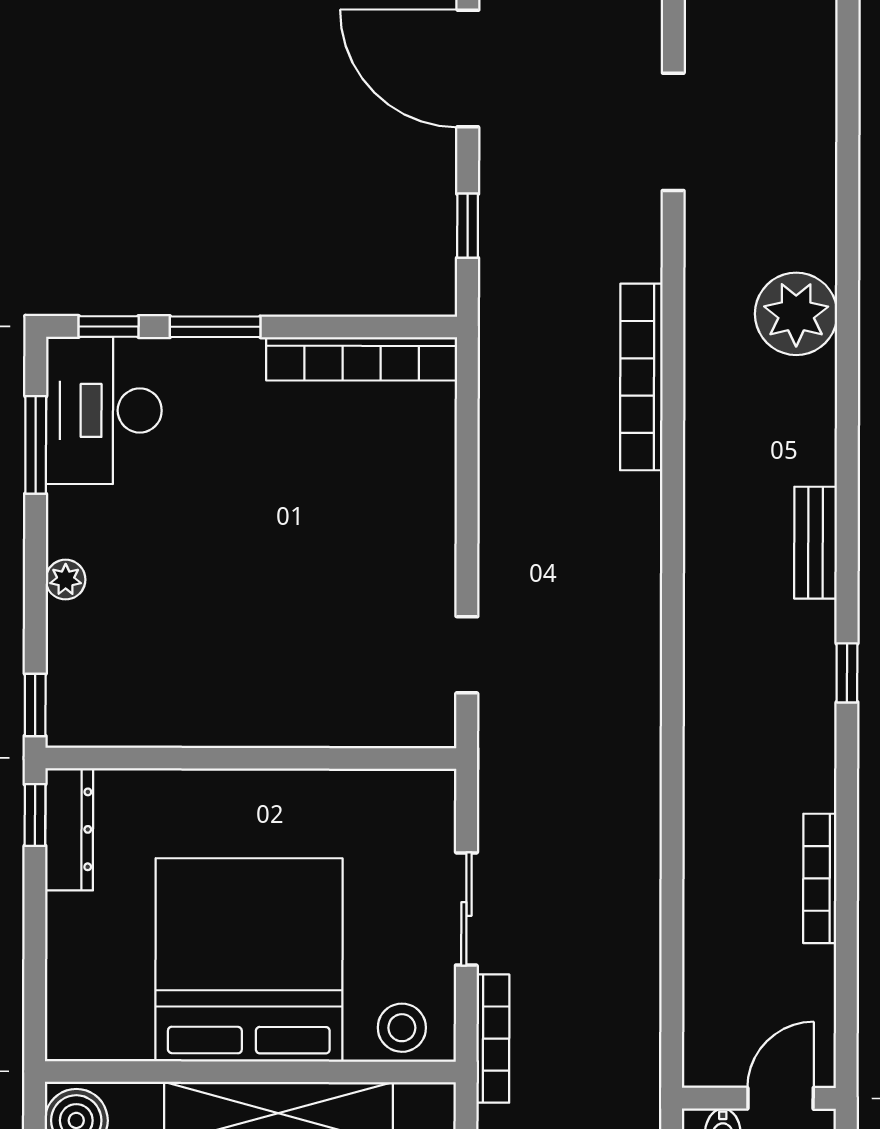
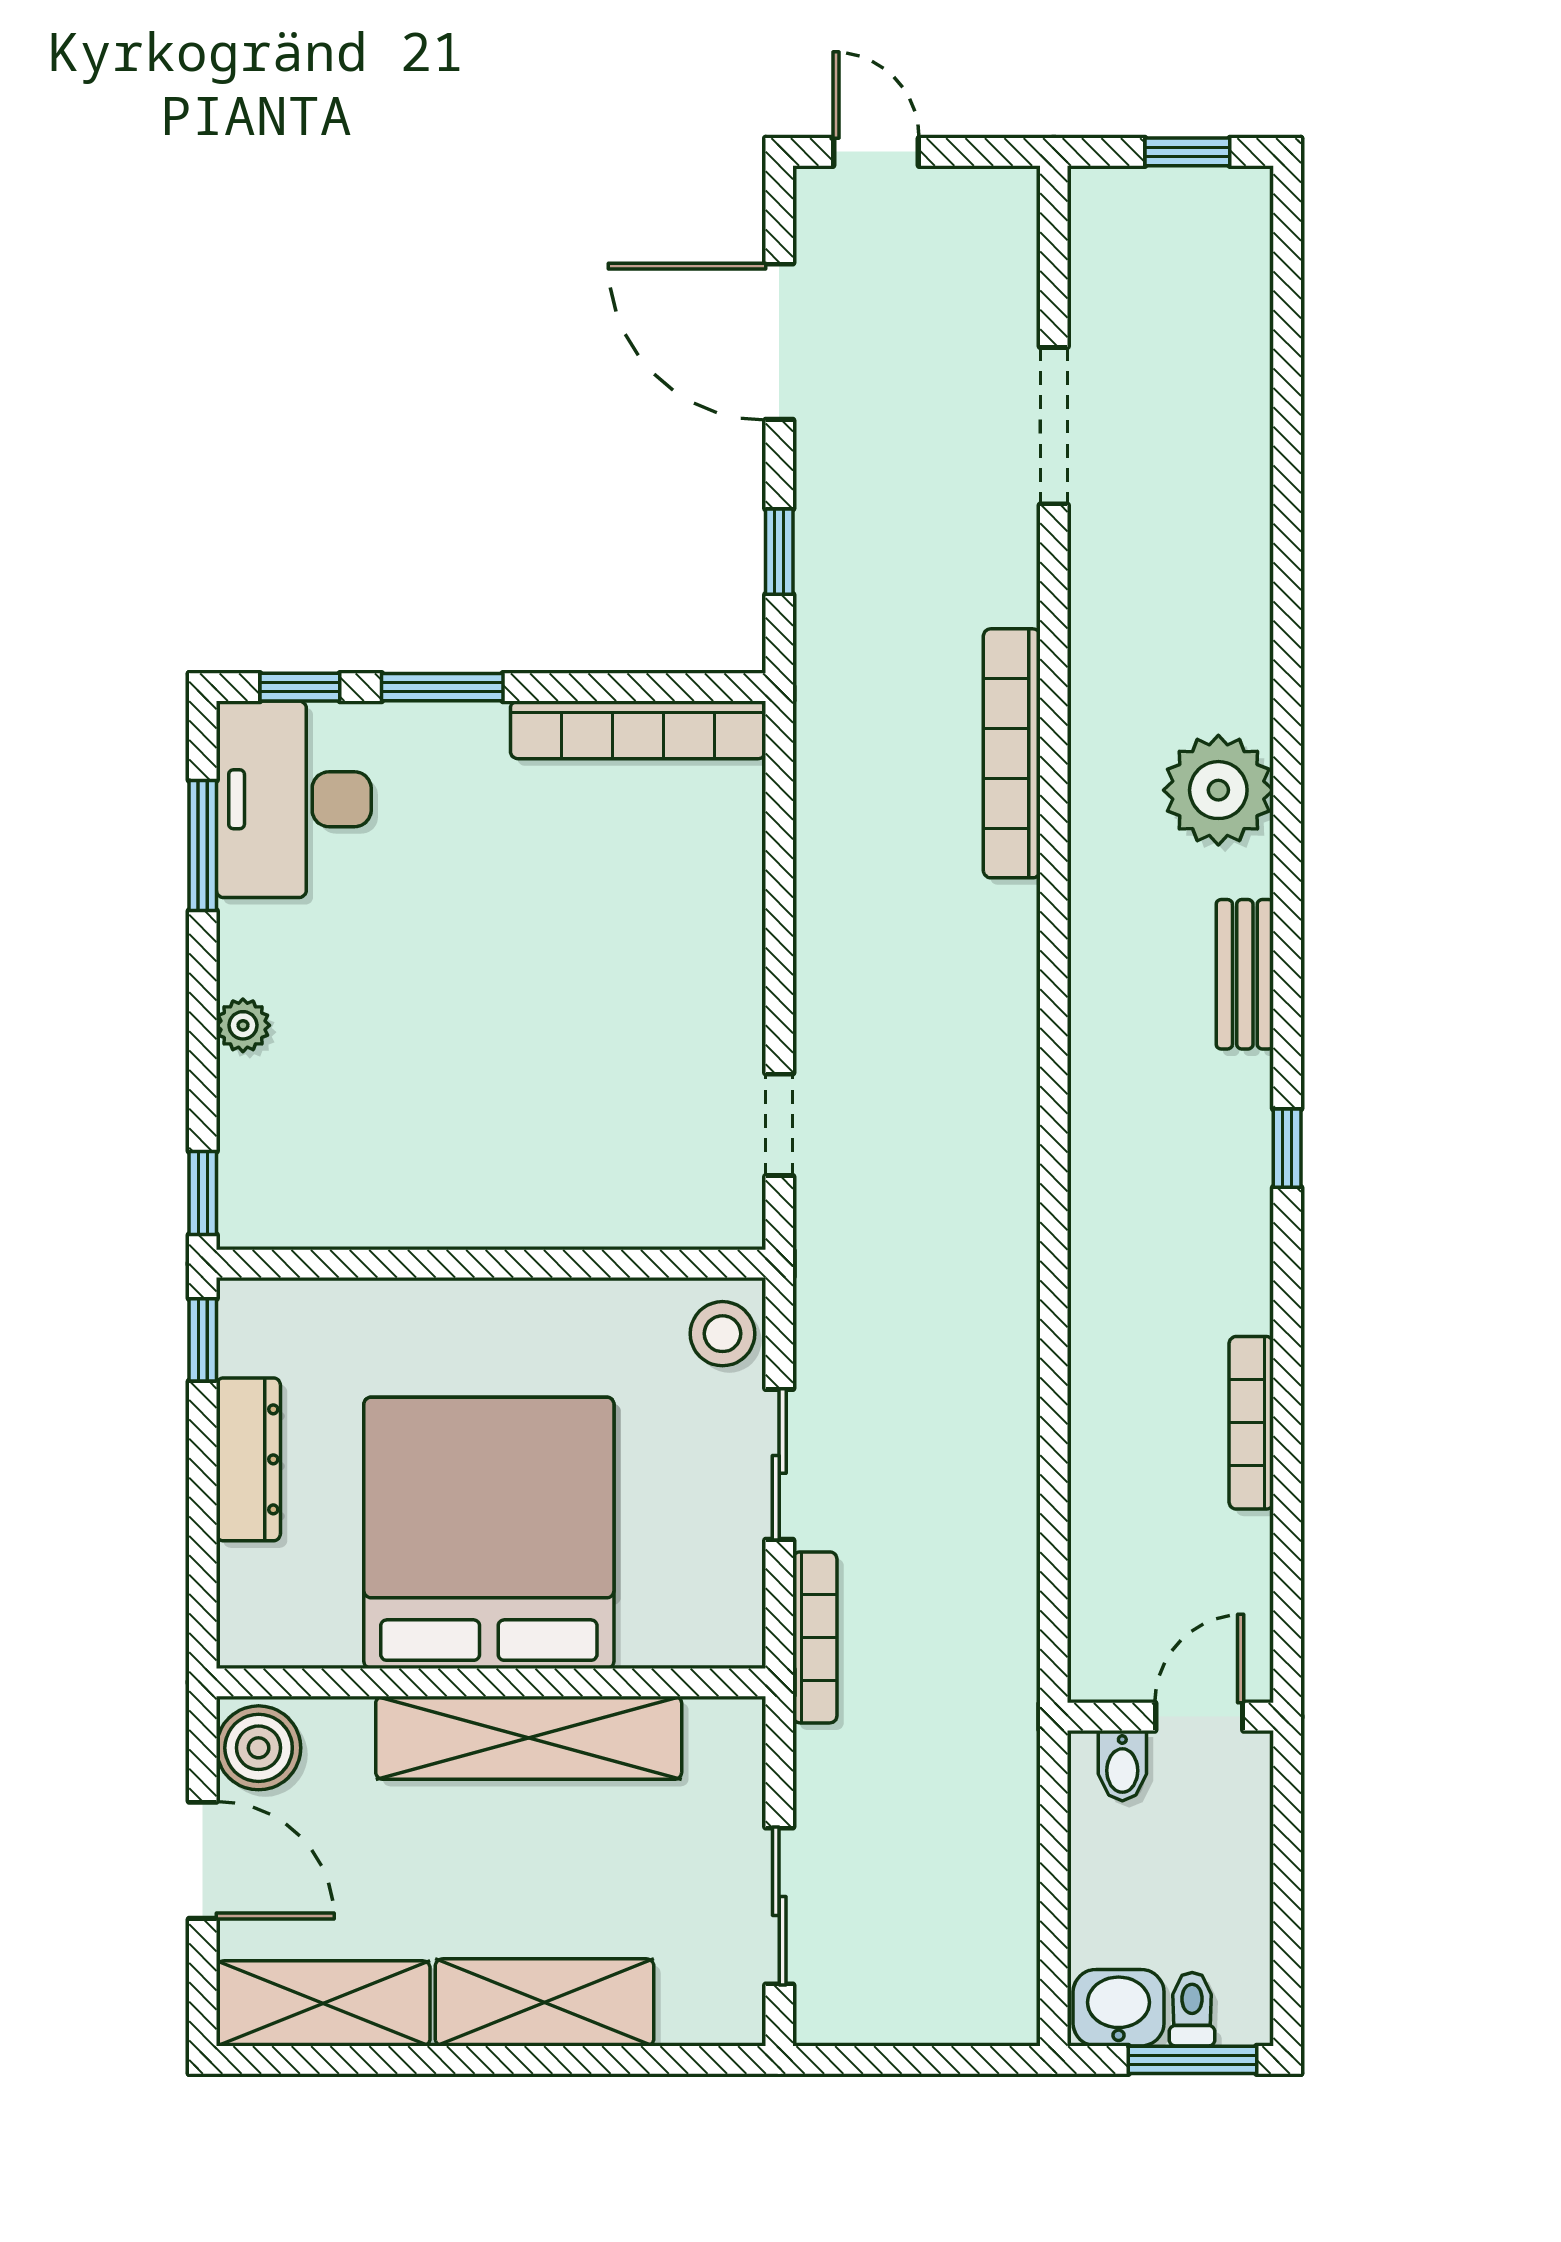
plant: (796, 314) -> (1218, 790), moved
dresser: (69, 829) -> (248, 1459), moved
stool: (402, 1028) -> (722, 1334), moved

